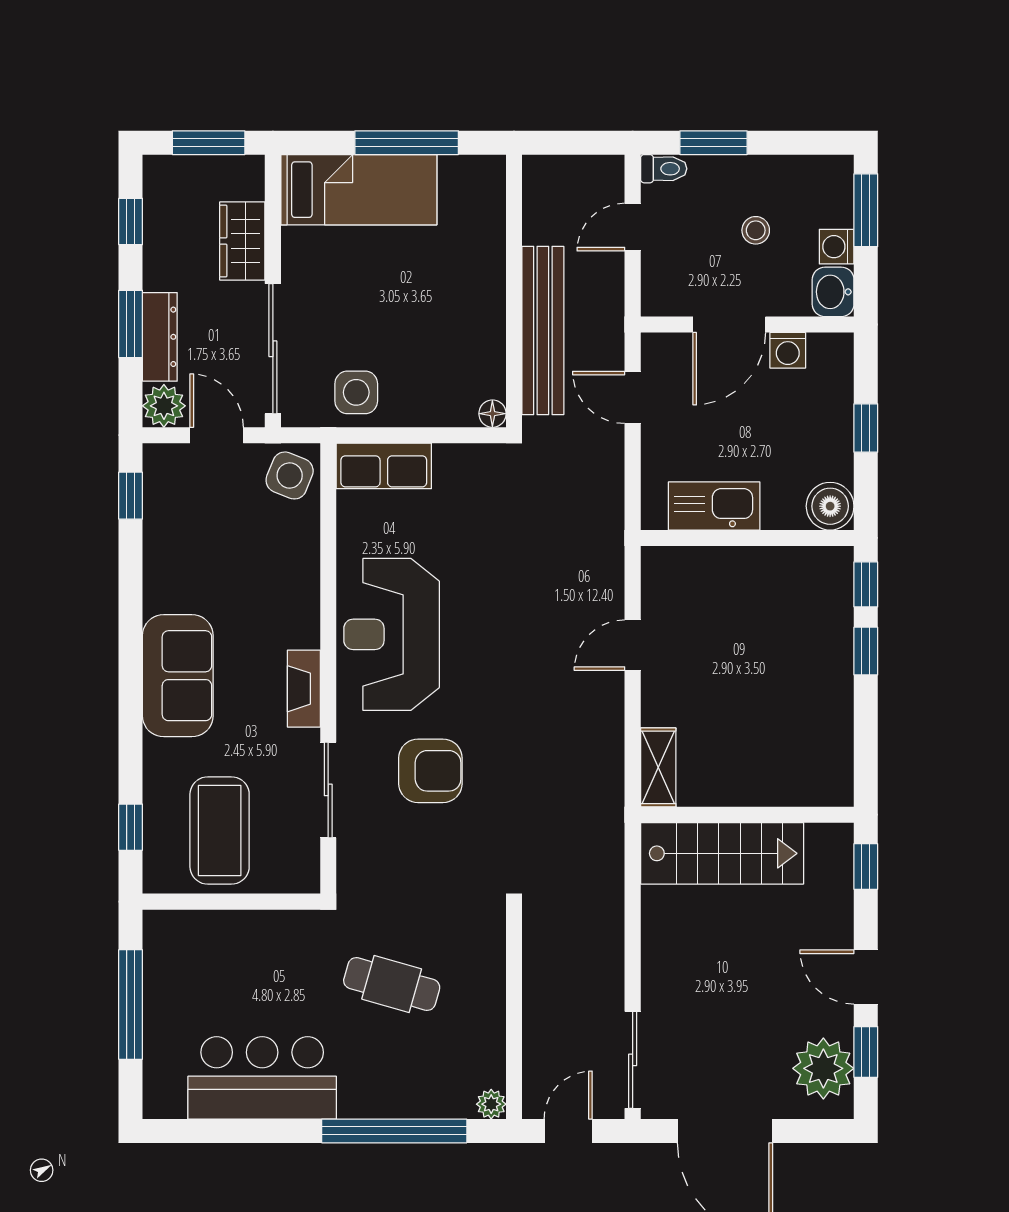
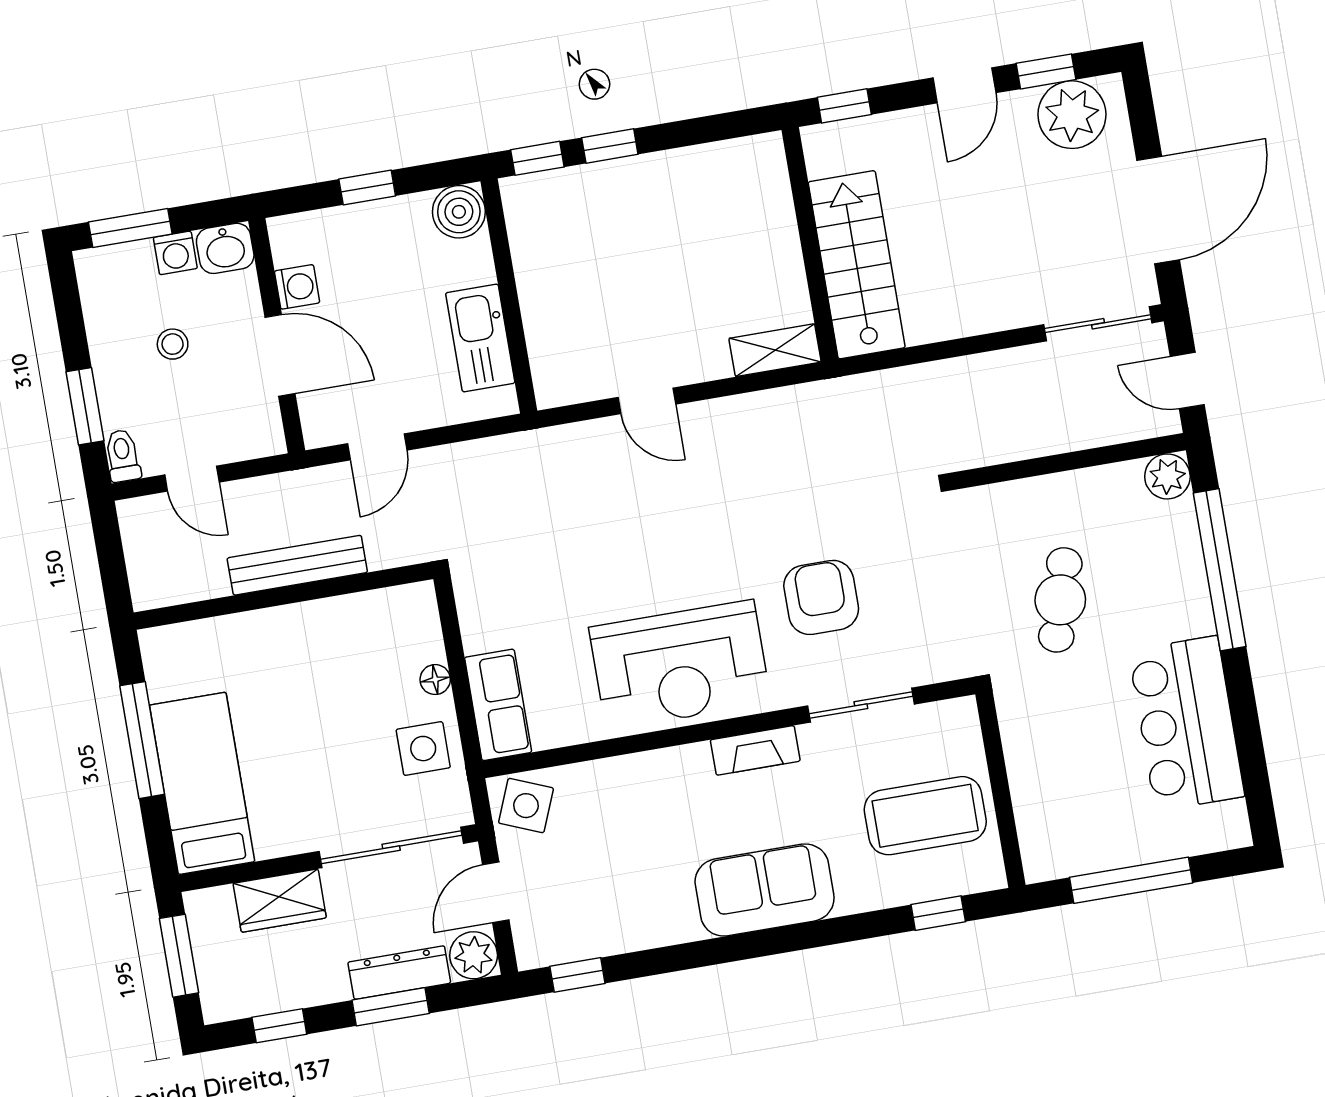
bench: (543, 331) -> (297, 565), width x0.73, depth x0.82
floor lamp: (492, 414) -> (435, 680), moved
plant: (491, 1104) -> (1167, 476), width x1.38, depth x1.38

